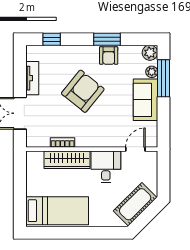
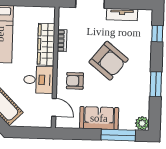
armchair: (109, 56) -> (75, 81), moved
plant: (152, 72) -> (125, 125), removed

